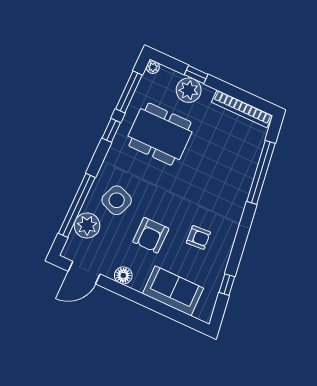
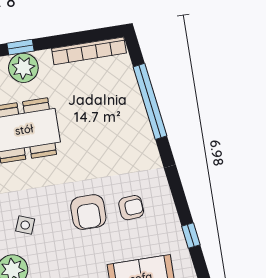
side table: (117, 200) -> (25, 225), width x0.54, depth x0.54
armchair: (151, 235) -> (88, 212), moved

